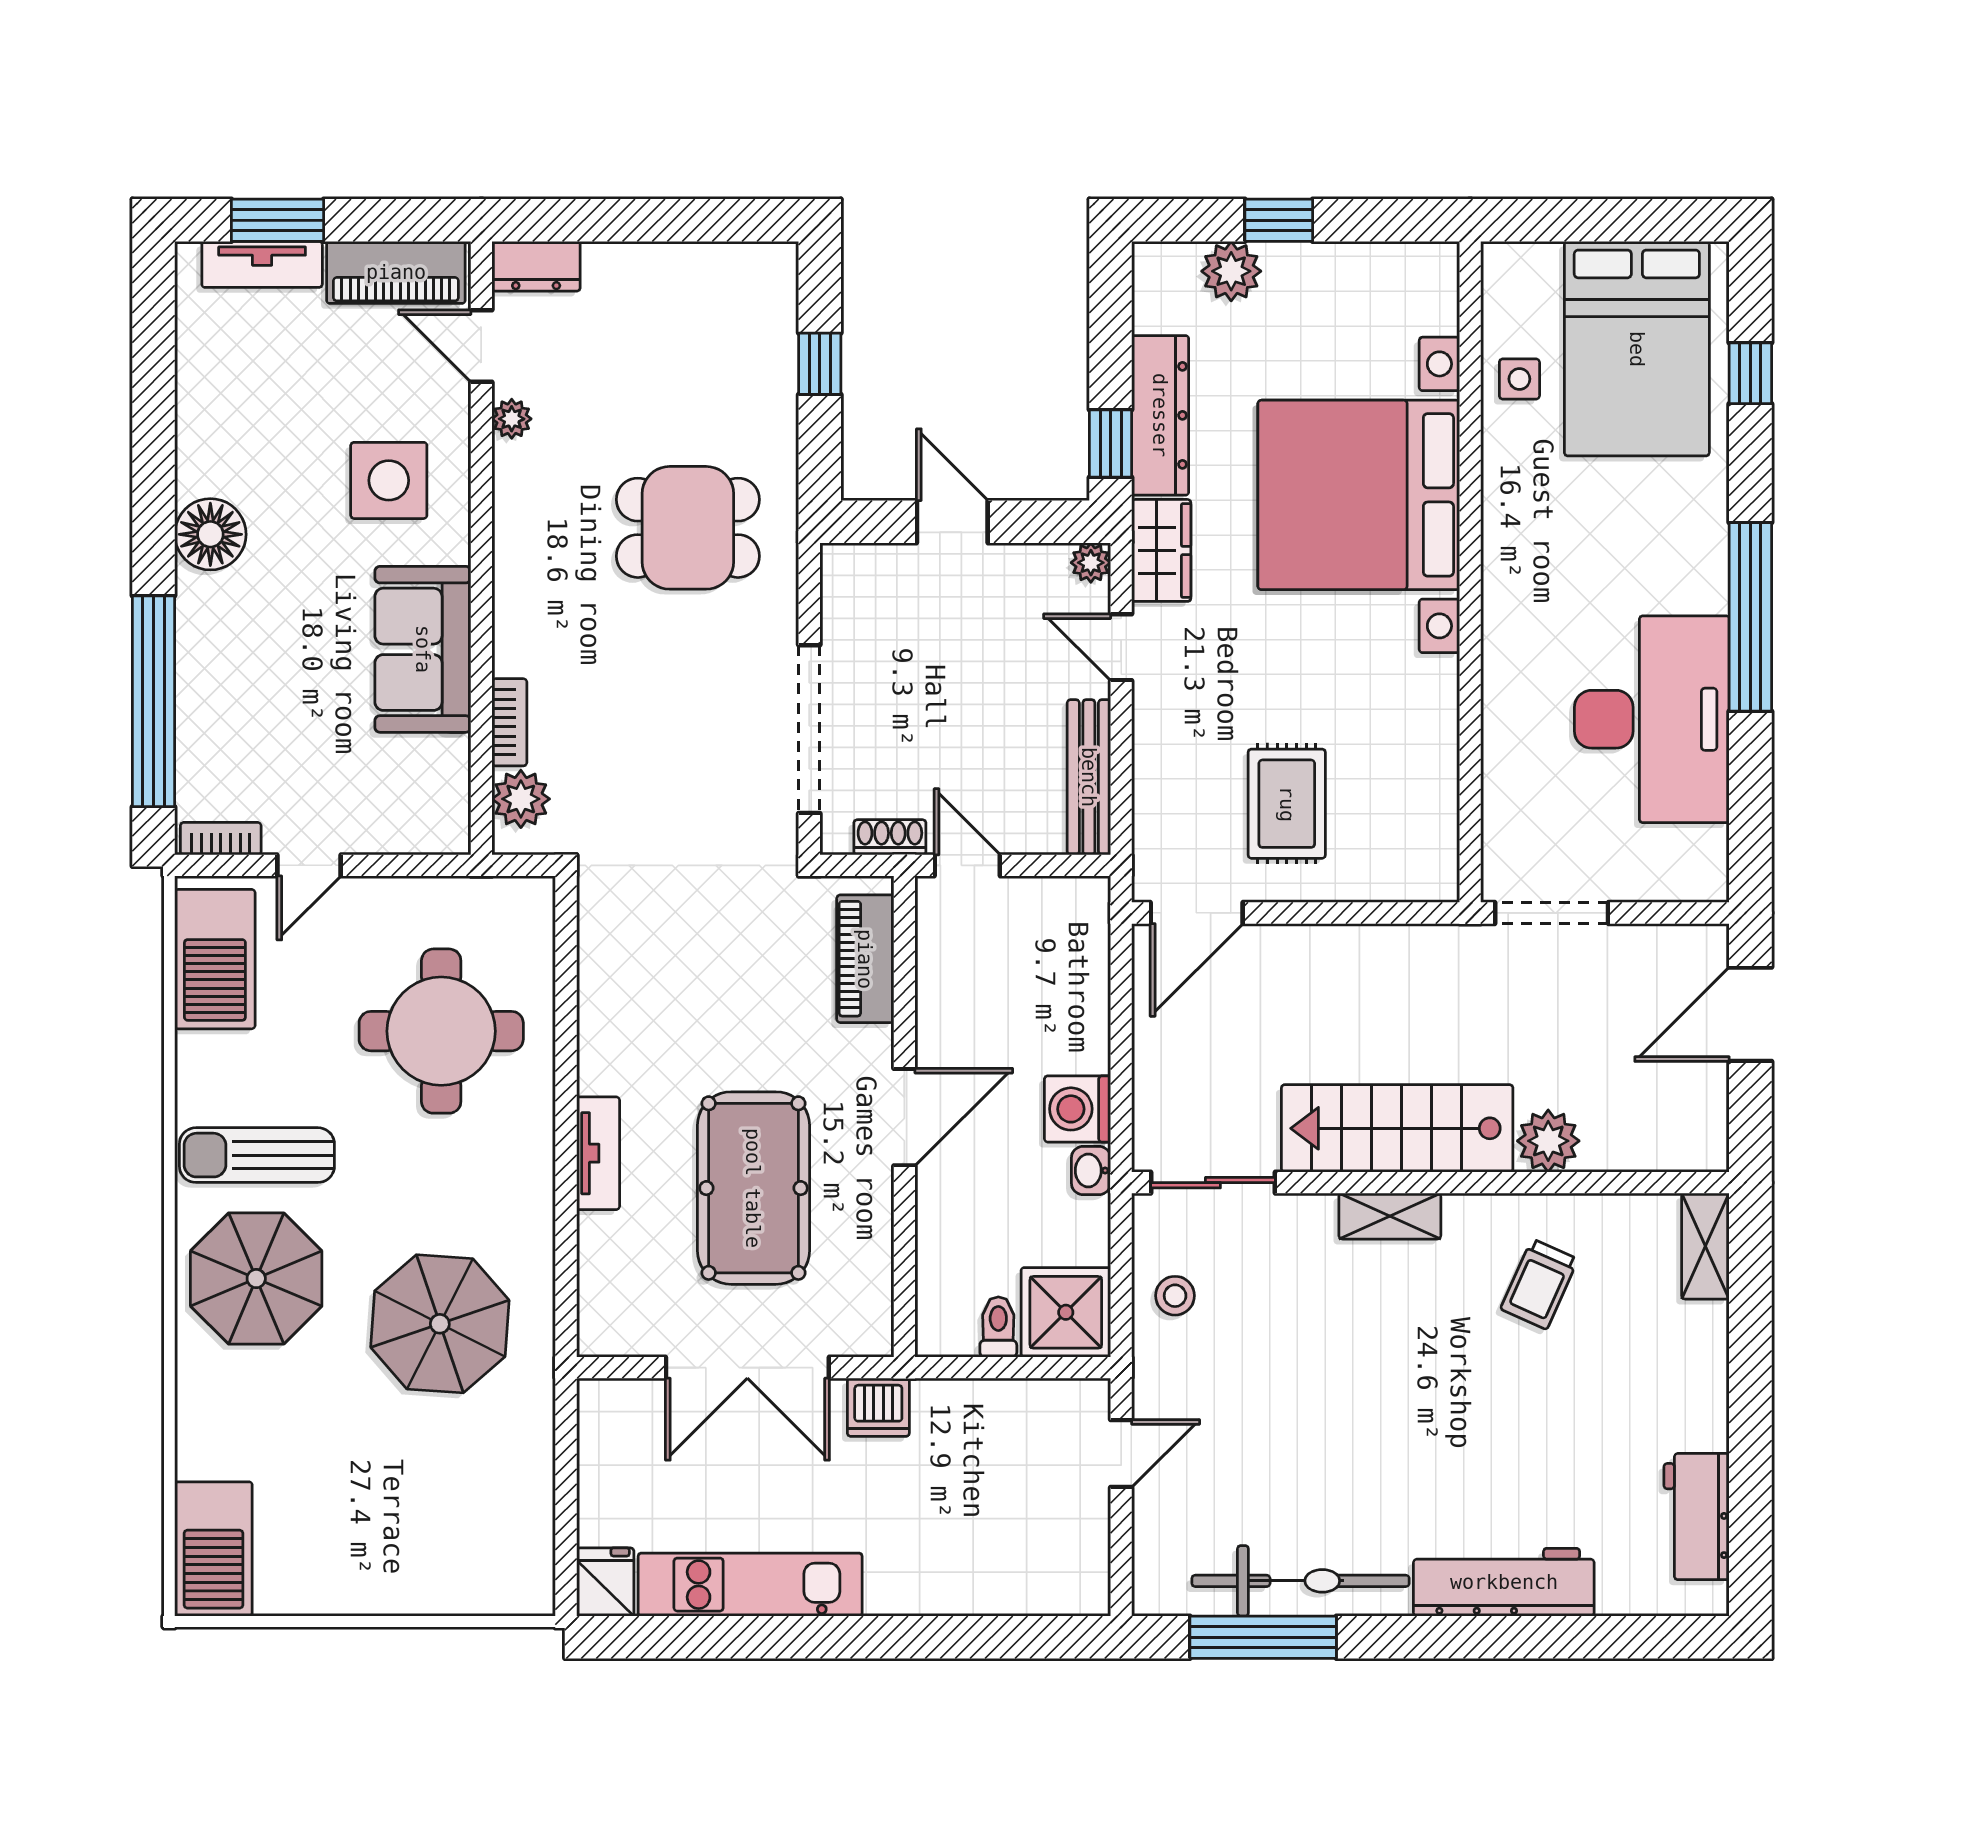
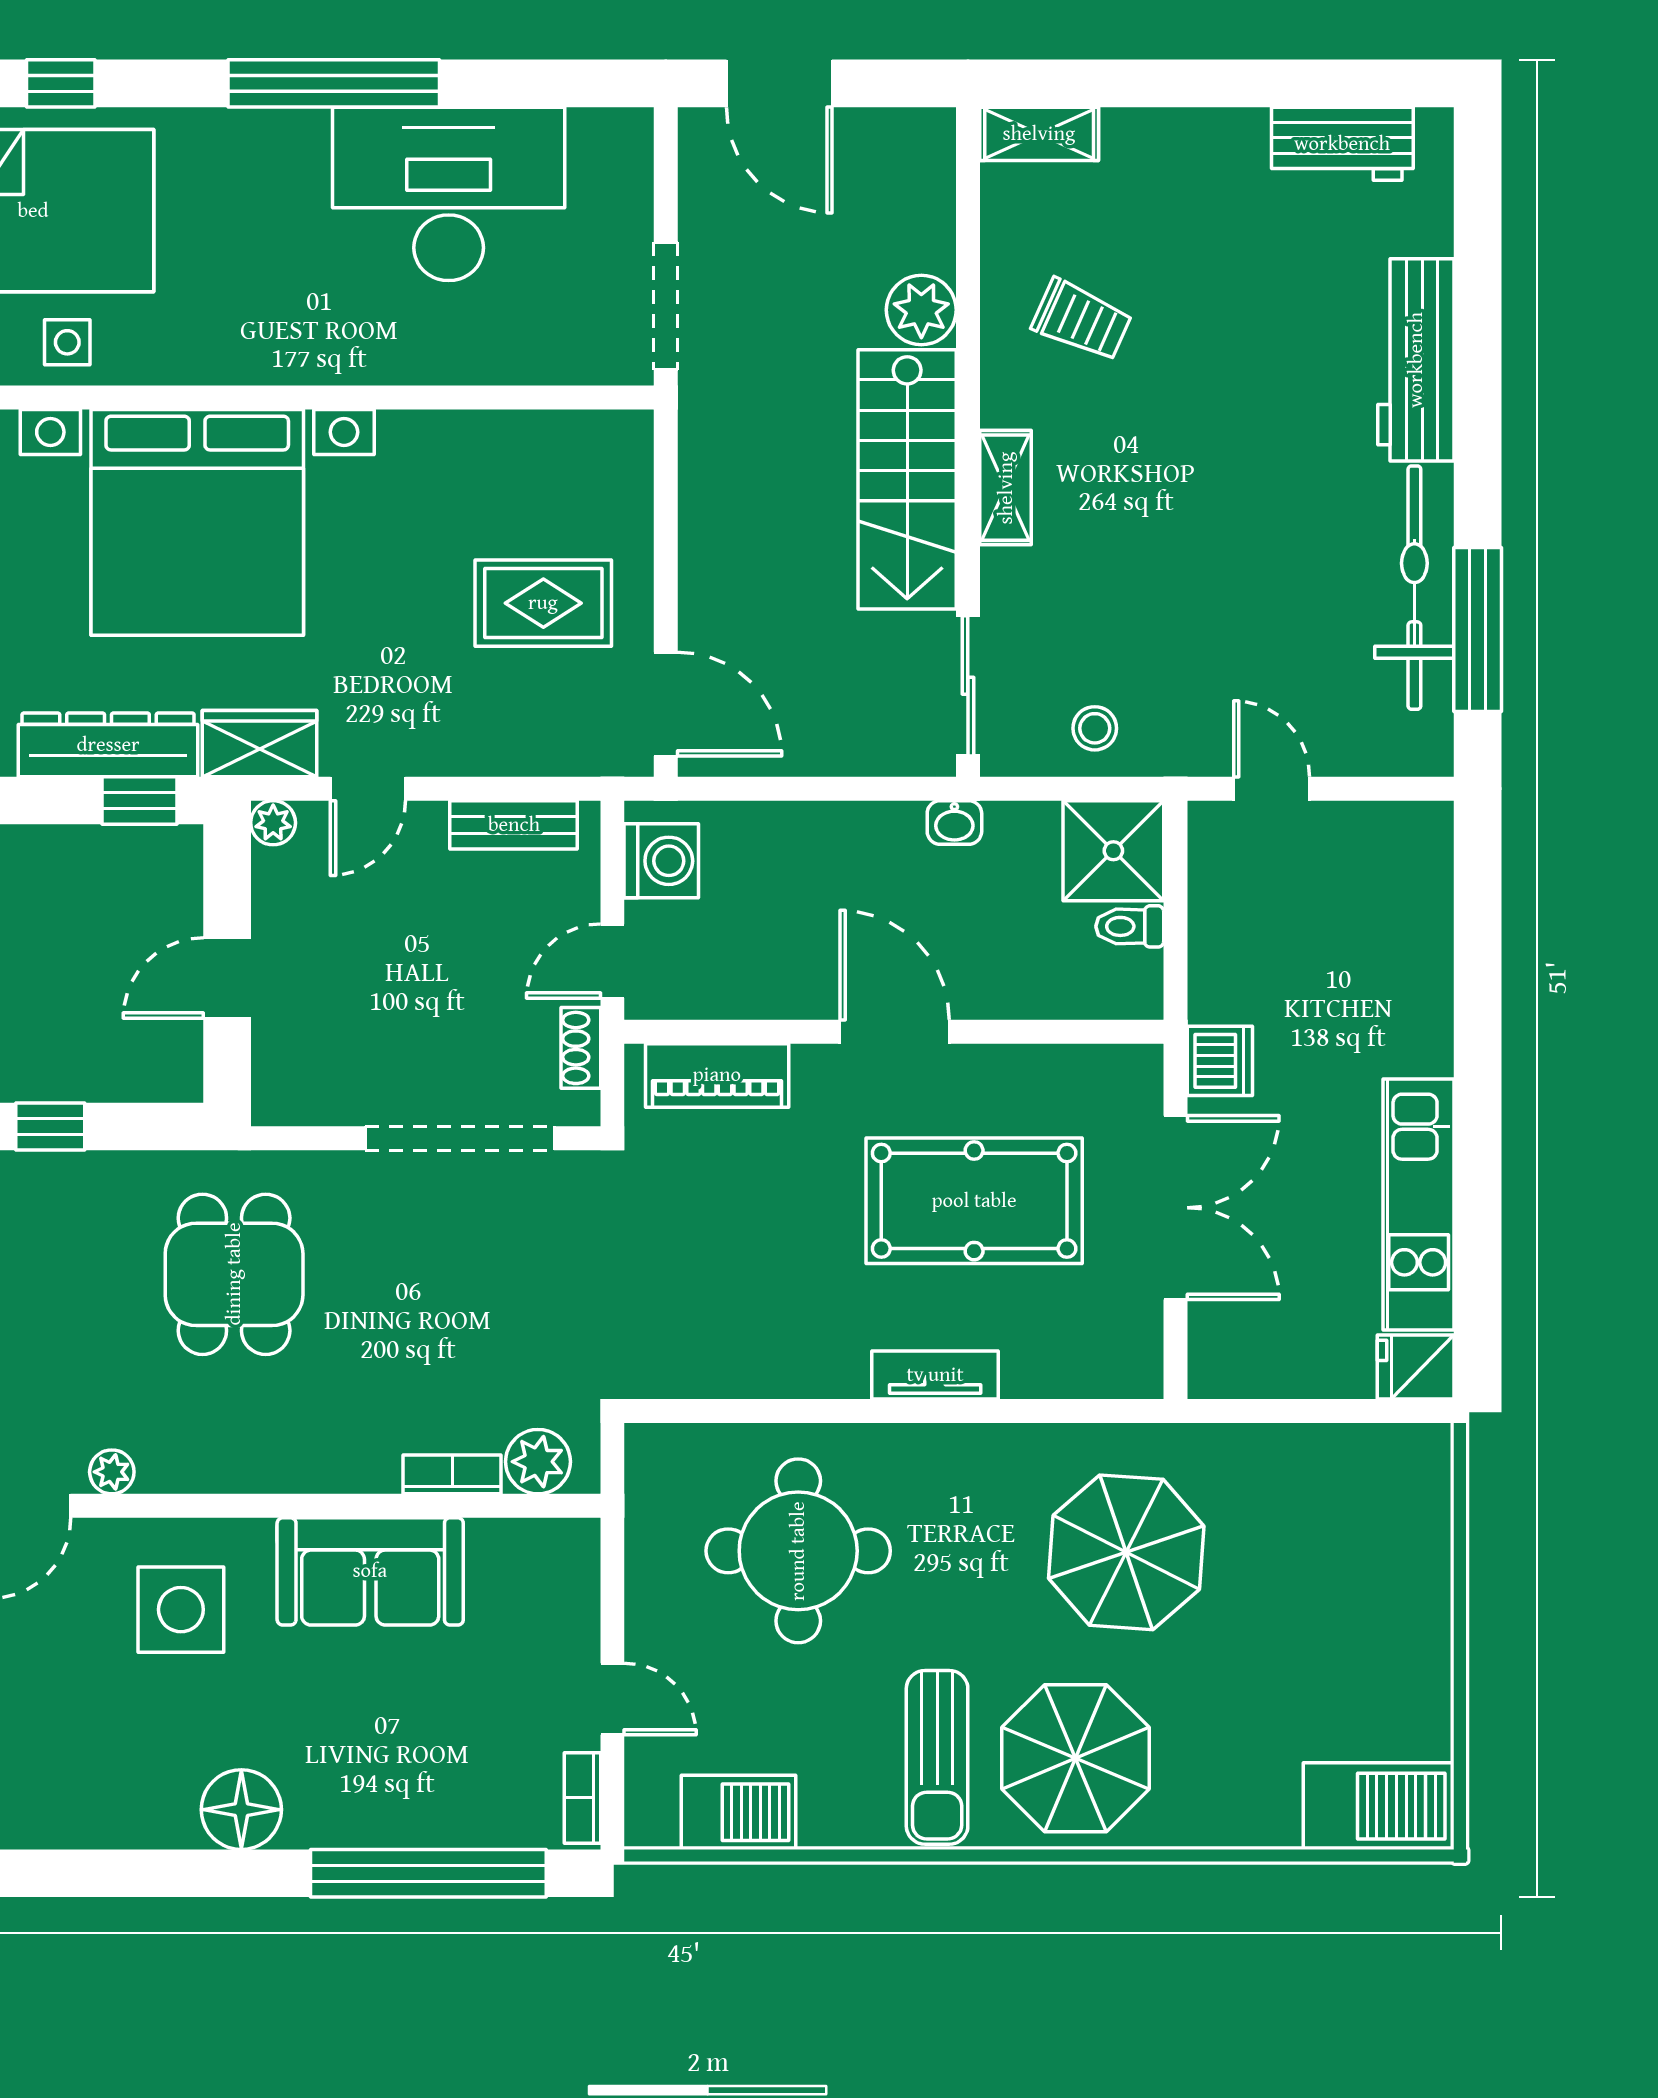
bench: (1089, 777) -> (514, 825), width x0.73
barbecue: (215, 959) -> (738, 1812), width x0.73, depth x0.83
washing machine: (1077, 1109) -> (661, 861), moved, turned -90

